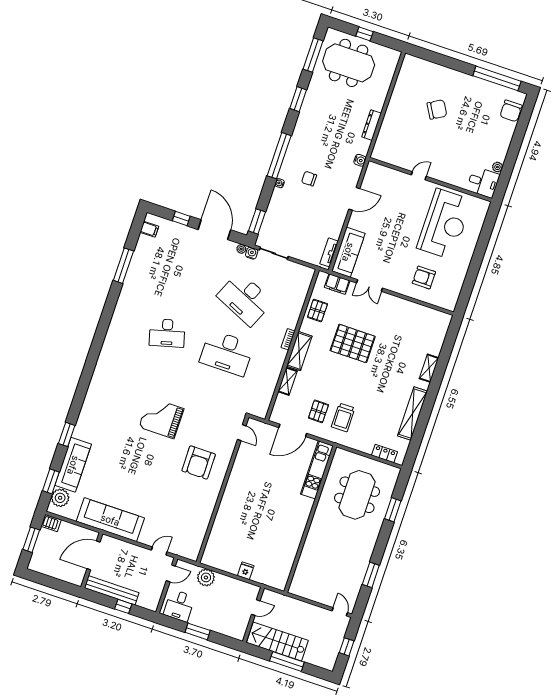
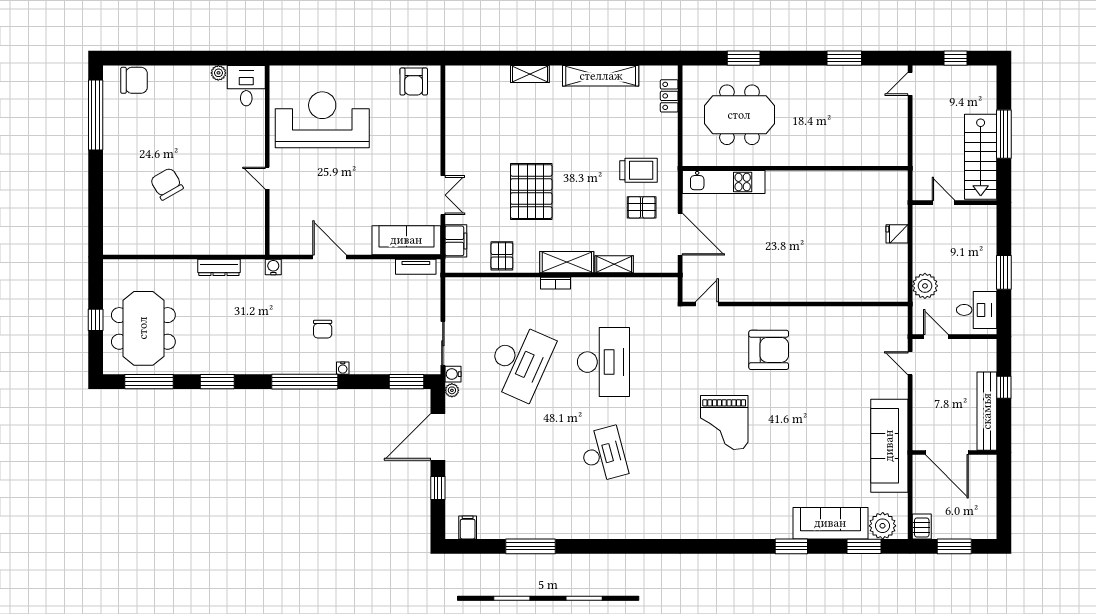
armchair: (424, 277) -> (414, 82), moved
pallet: (317, 311) -> (502, 256), turned 90

